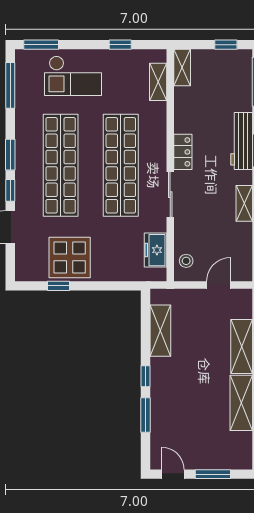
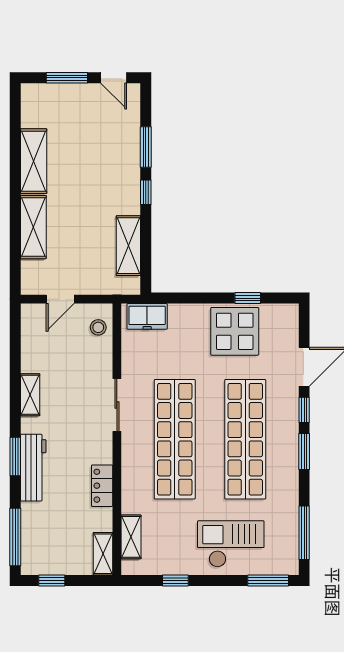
locker: (183, 152) -> (102, 486), moved
freezer: (155, 250) -> (147, 316), moved, turned 90

